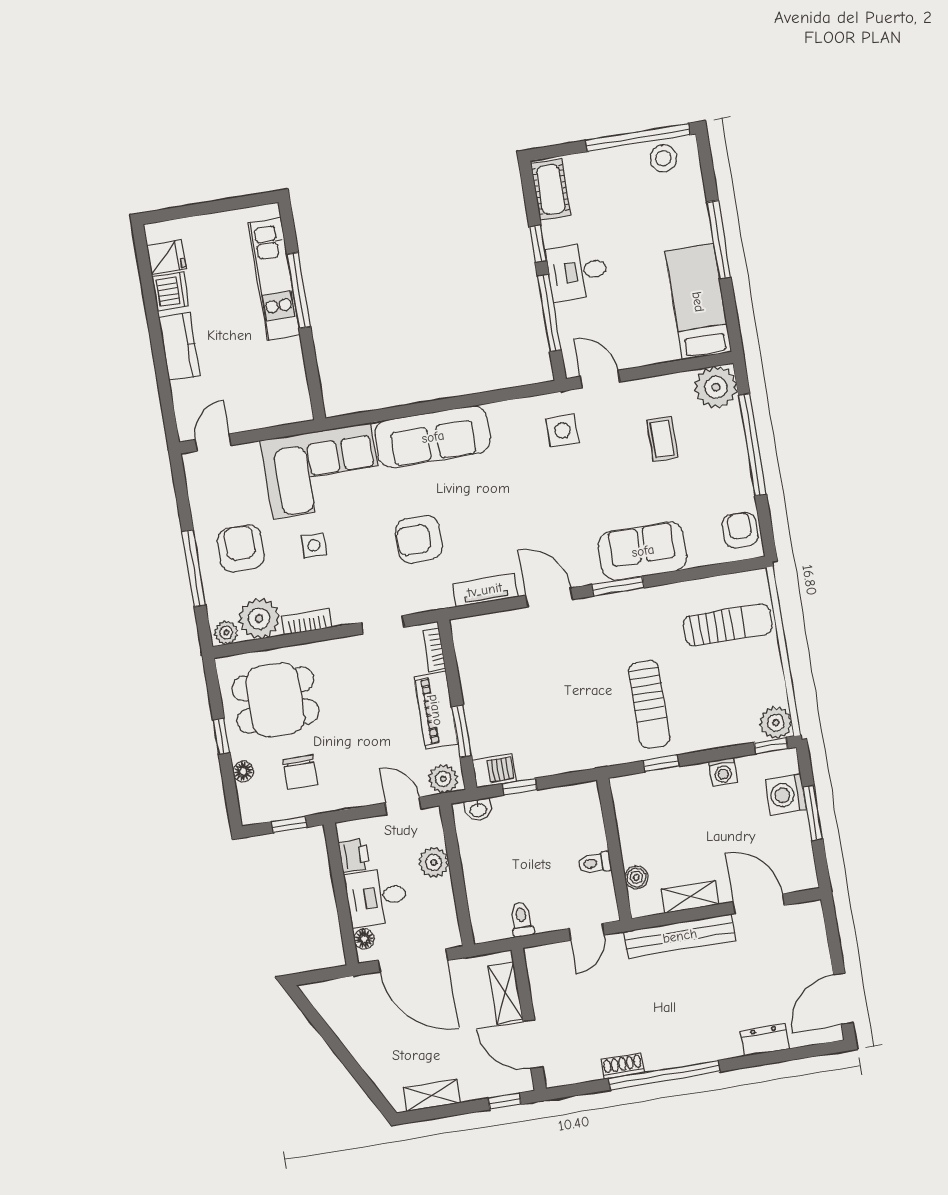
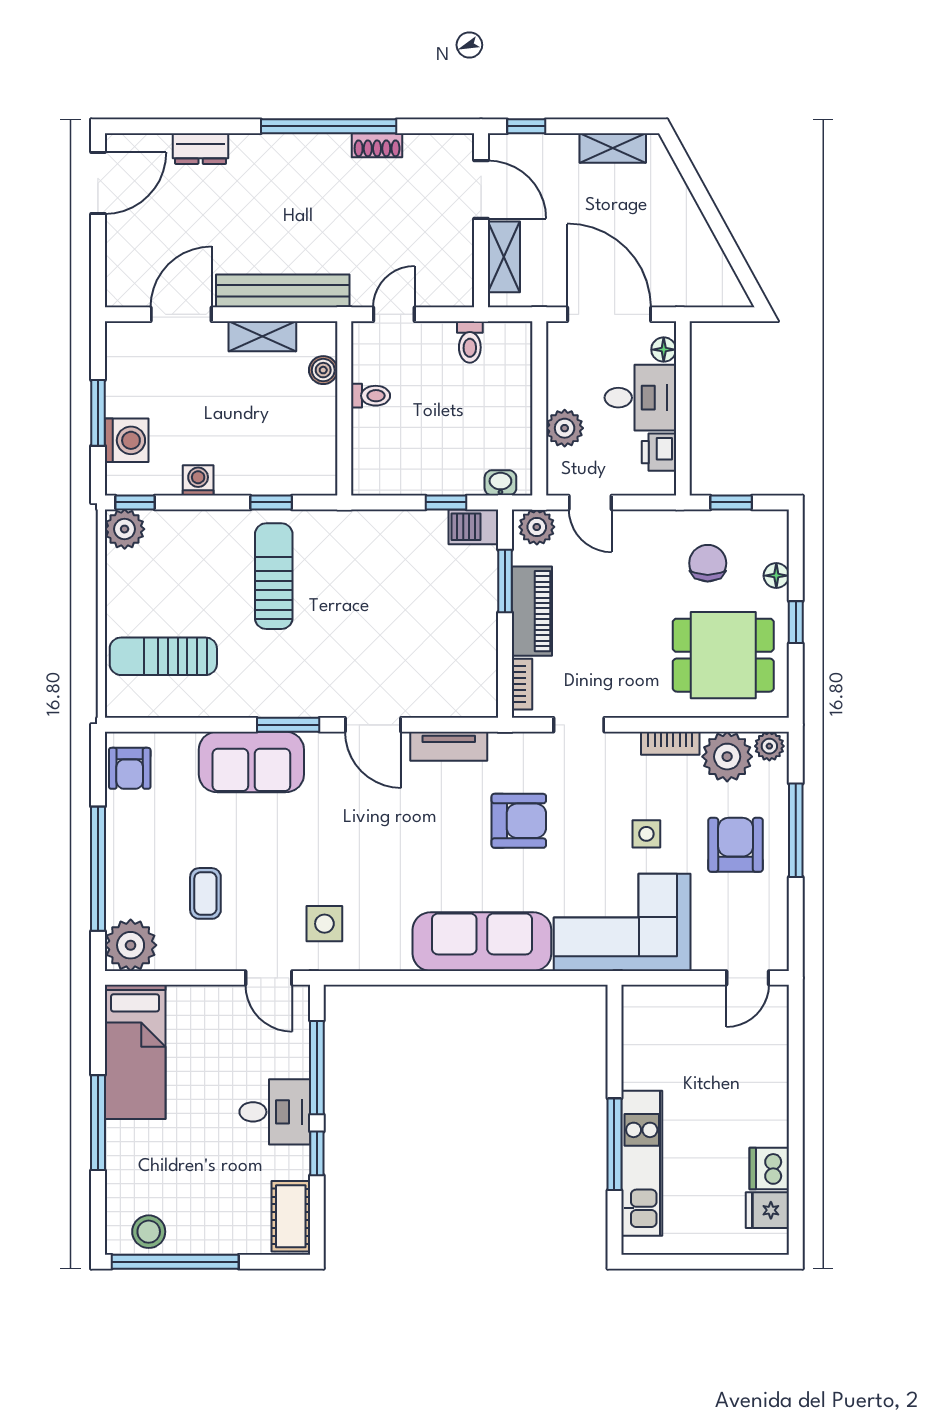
kitchen counter: (179, 346) -> (769, 1101), removed
armchair: (240, 548) -> (736, 845), turned 180
door: (759, 904) -> (181, 314), swing flipped

